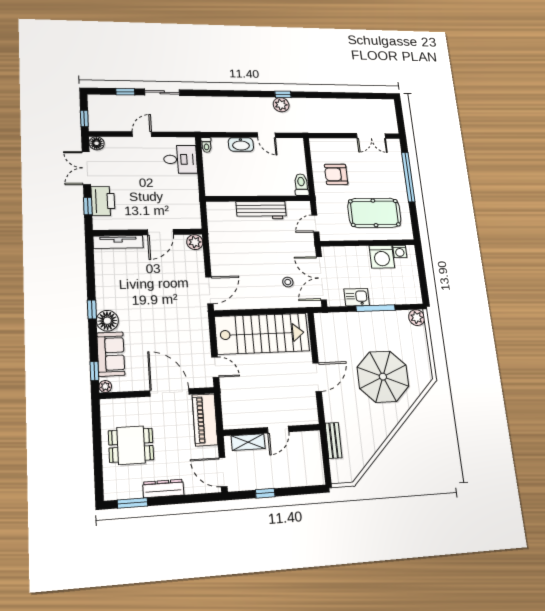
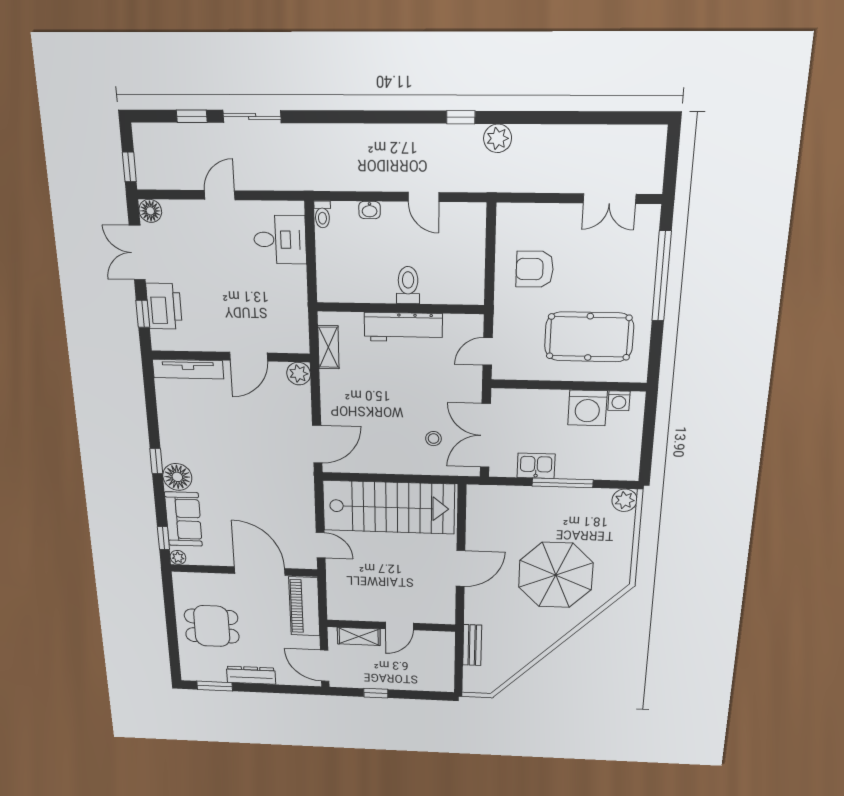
plant: (281, 105) -> (498, 138), moved
washbasin: (241, 145) -> (370, 210), width x0.52, depth x0.69
toilet: (301, 185) -> (408, 285), moved
shelving: (214, 224) -> (328, 347), added

